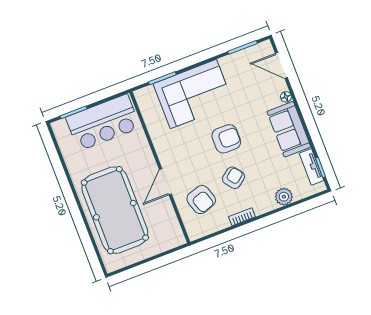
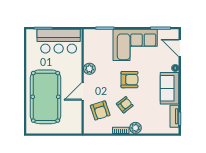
corner sofa: (193, 94) -> (135, 45), moved
plant: (163, 145) -> (89, 69), added
plant: (284, 197) -> (135, 128), moved

